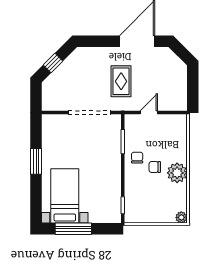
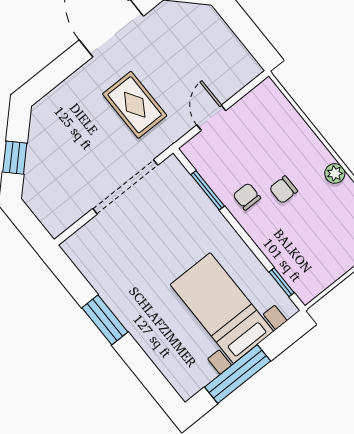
plant: (177, 173) -> (335, 173), width x0.53, depth x0.53
bed with nightstands: (65, 196) -> (222, 308), moved

